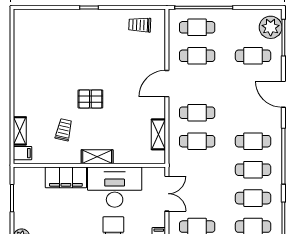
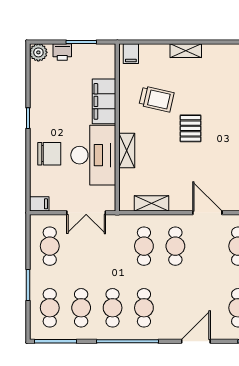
trolley: (64, 130) -> (157, 99), width x1.36, depth x1.39
shelving: (20, 131) -> (186, 51), moved
shelving: (97, 157) -> (127, 151), moved
printer: (21, 215) -> (62, 52), added

